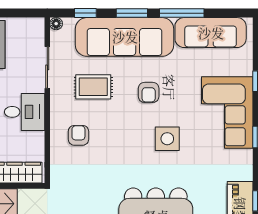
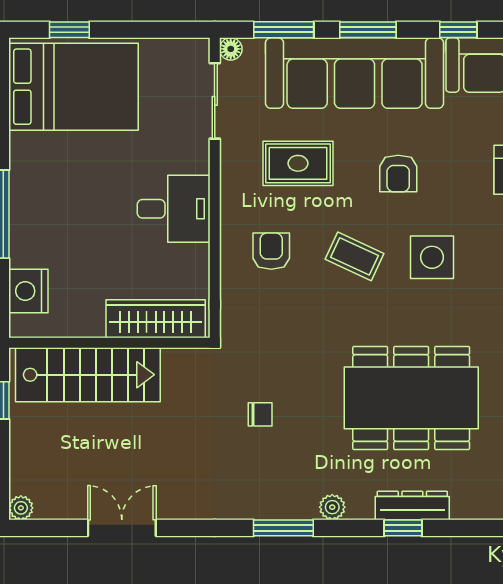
window: (85, 13) -> (284, 30), width x1.50
window: (182, 13) -> (458, 30), width x0.46
sliding door: (47, 67) -> (215, 101), moved
coffee table: (125, 138) -> (355, 256), added

